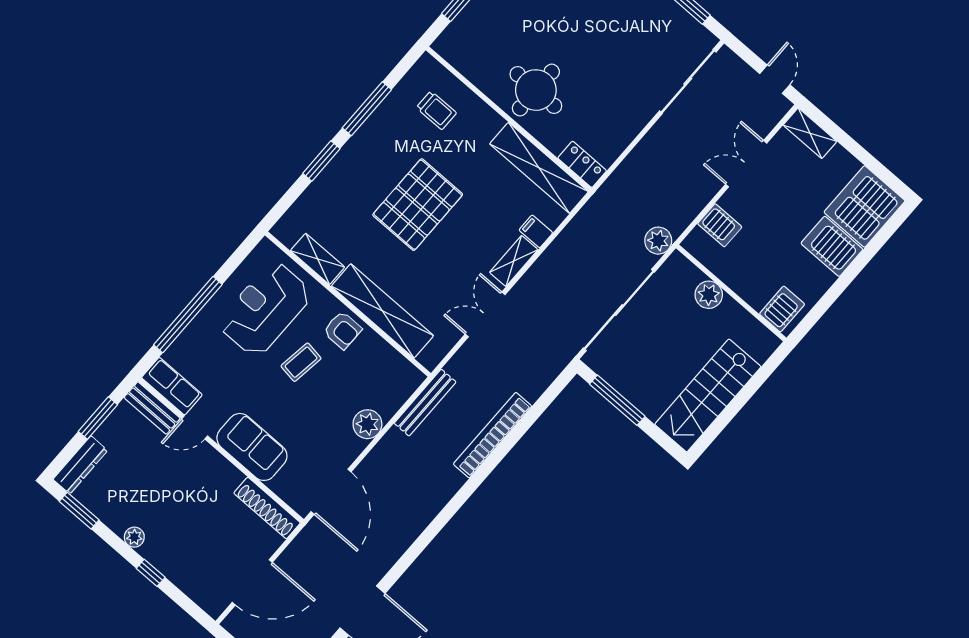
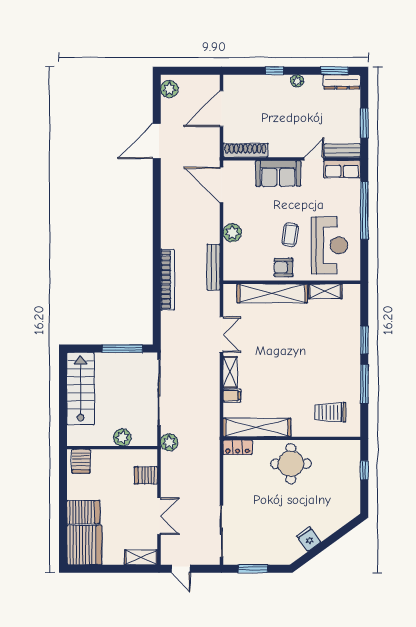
trolley: (436, 110) -> (330, 412), width x1.36, depth x1.39
pallet: (418, 205) -> (300, 359), removed
dresser: (80, 465) -> (342, 82), moved, turned -90

